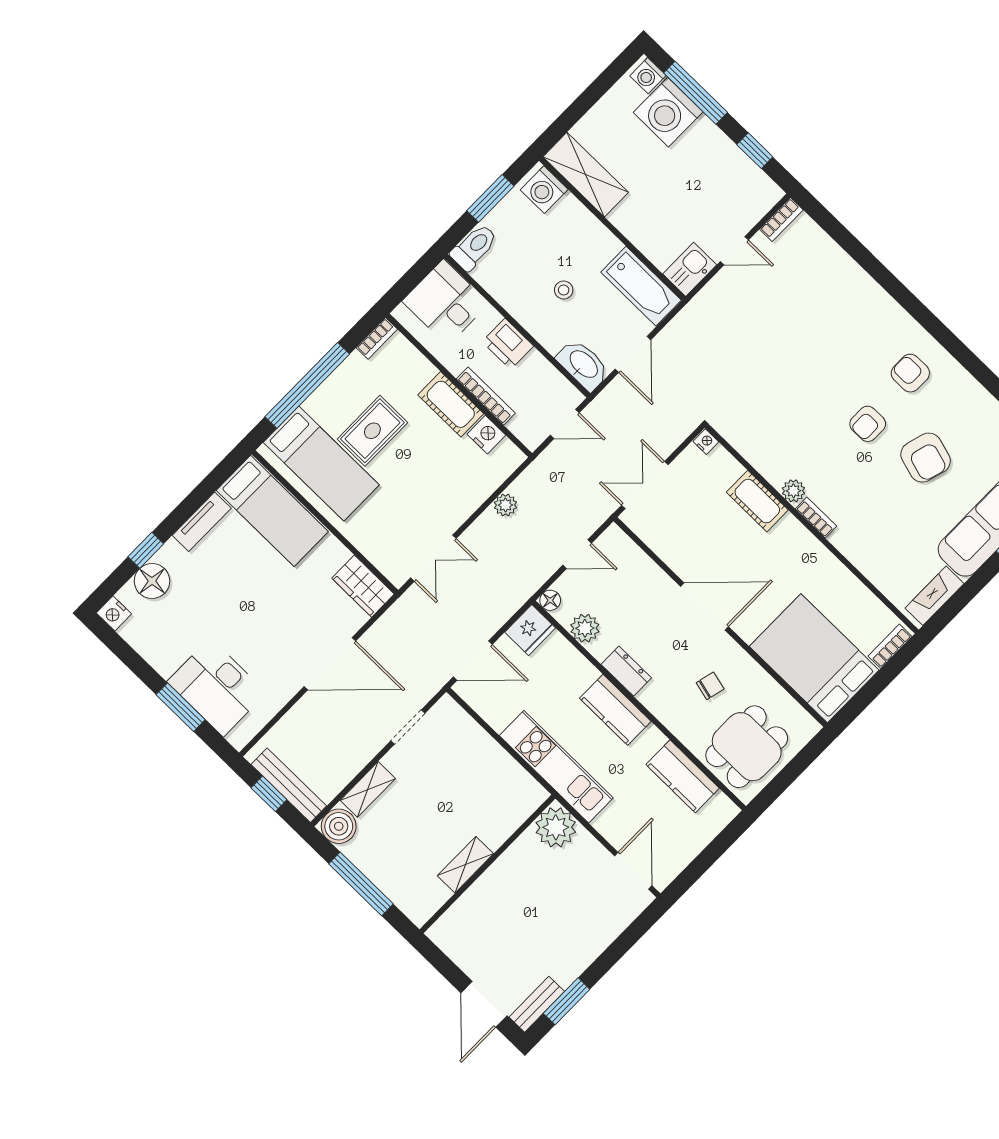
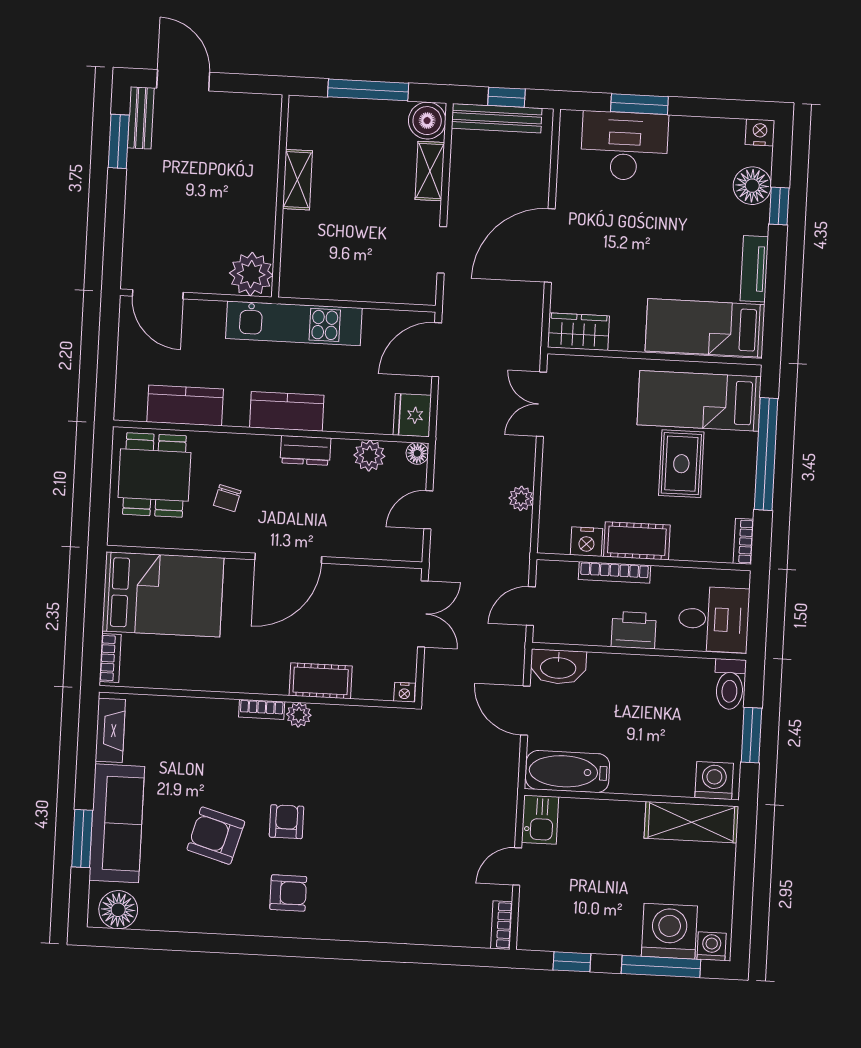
stool: (564, 290) -> (627, 713), removed

